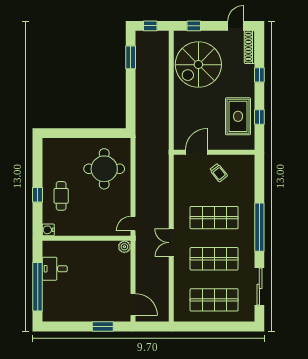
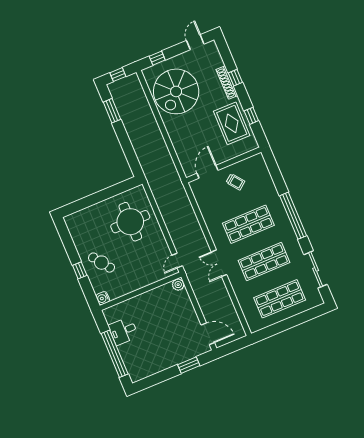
shoe rack: (250, 47) -> (227, 83), moved
cafe table: (61, 196) -> (101, 263), turned -36

